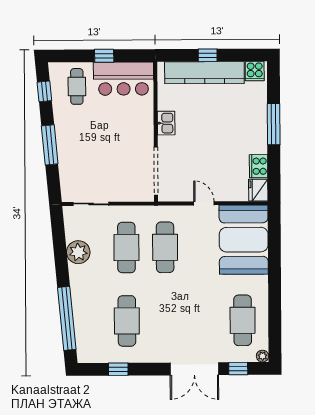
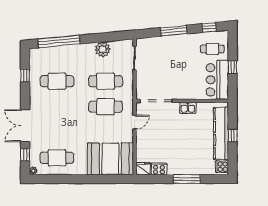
door: (204, 203) -> (135, 122), moved

